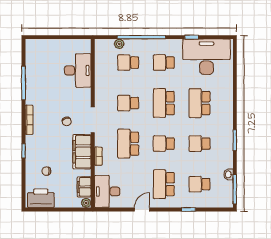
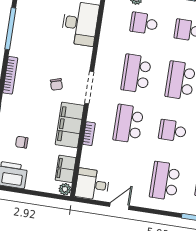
school desk: (128, 103) -> (136, 74), width x1.85
desk: (107, 191) -> (92, 184), width x0.73
door: (142, 210) -> (119, 206), moved

